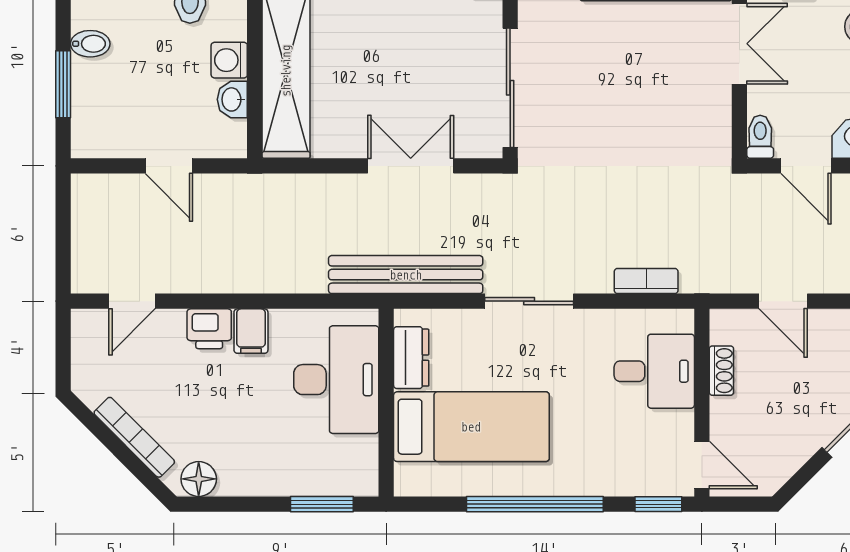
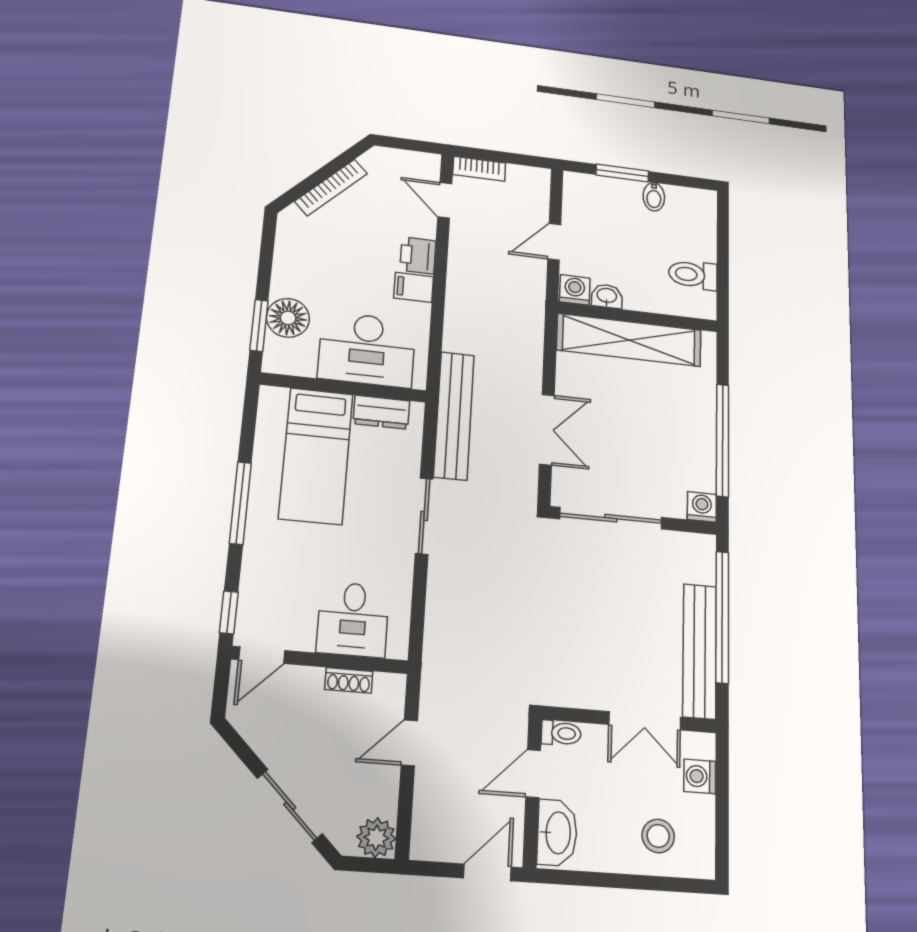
washing machine: (229, 60) -> (575, 290), moved
bookcase: (646, 281) -> (479, 169), moved, turned 90
floor lamp: (199, 479) -> (288, 318), moved, width x1.38, depth x1.38
window: (535, 504) -> (240, 503), width x0.68

